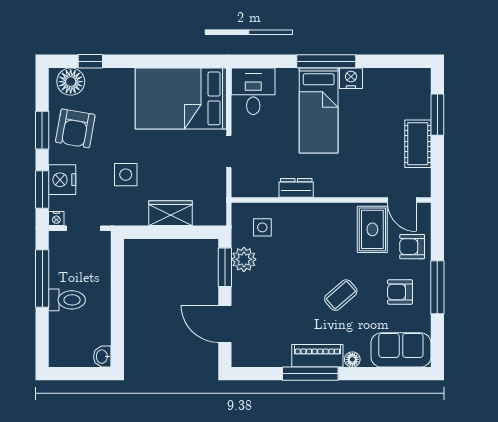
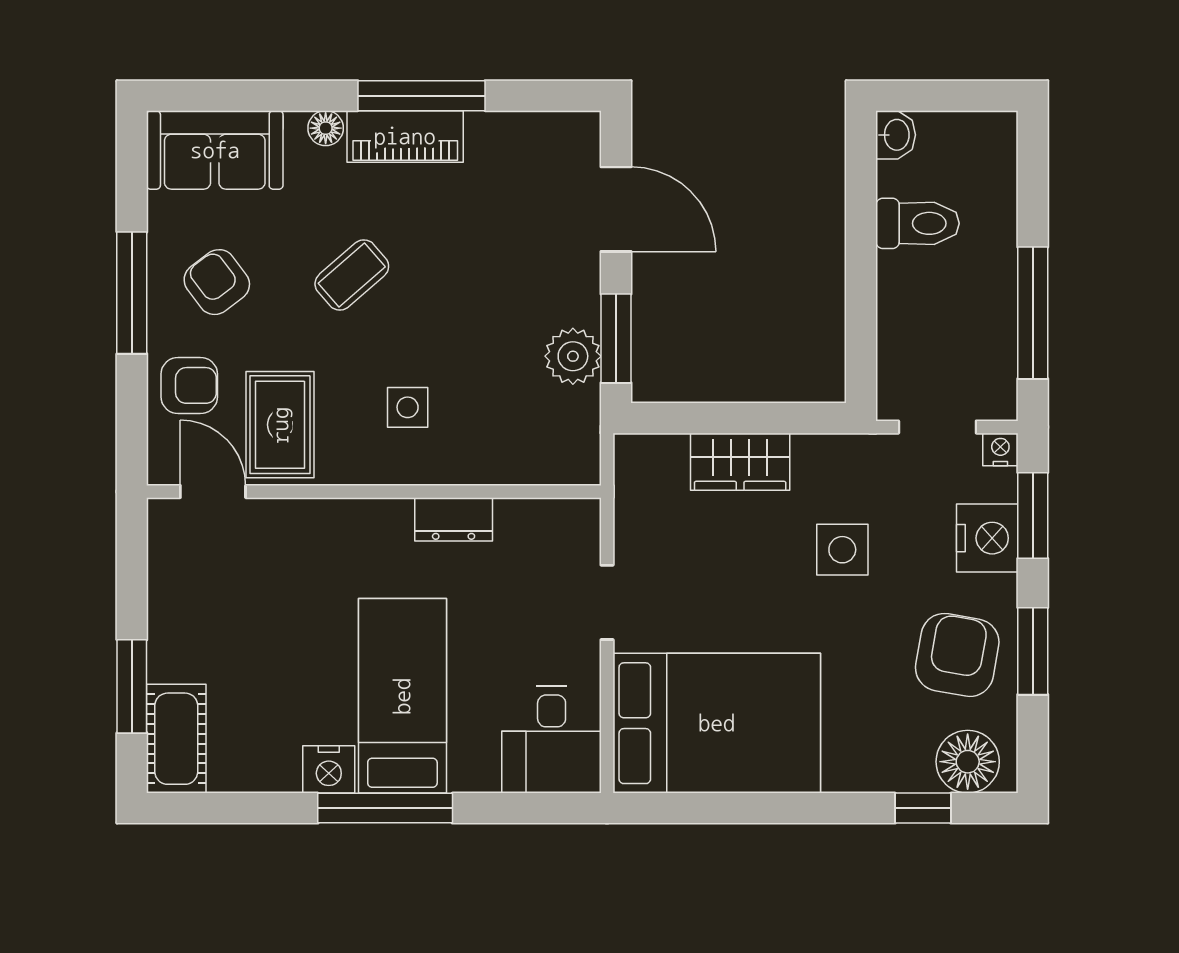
cot: (418, 144) -> (176, 739), moved
side table: (262, 227) -> (408, 407), moved
armchair: (400, 292) -> (217, 282), turned -127
toilet: (67, 300) -> (918, 223), moved, turned 180

